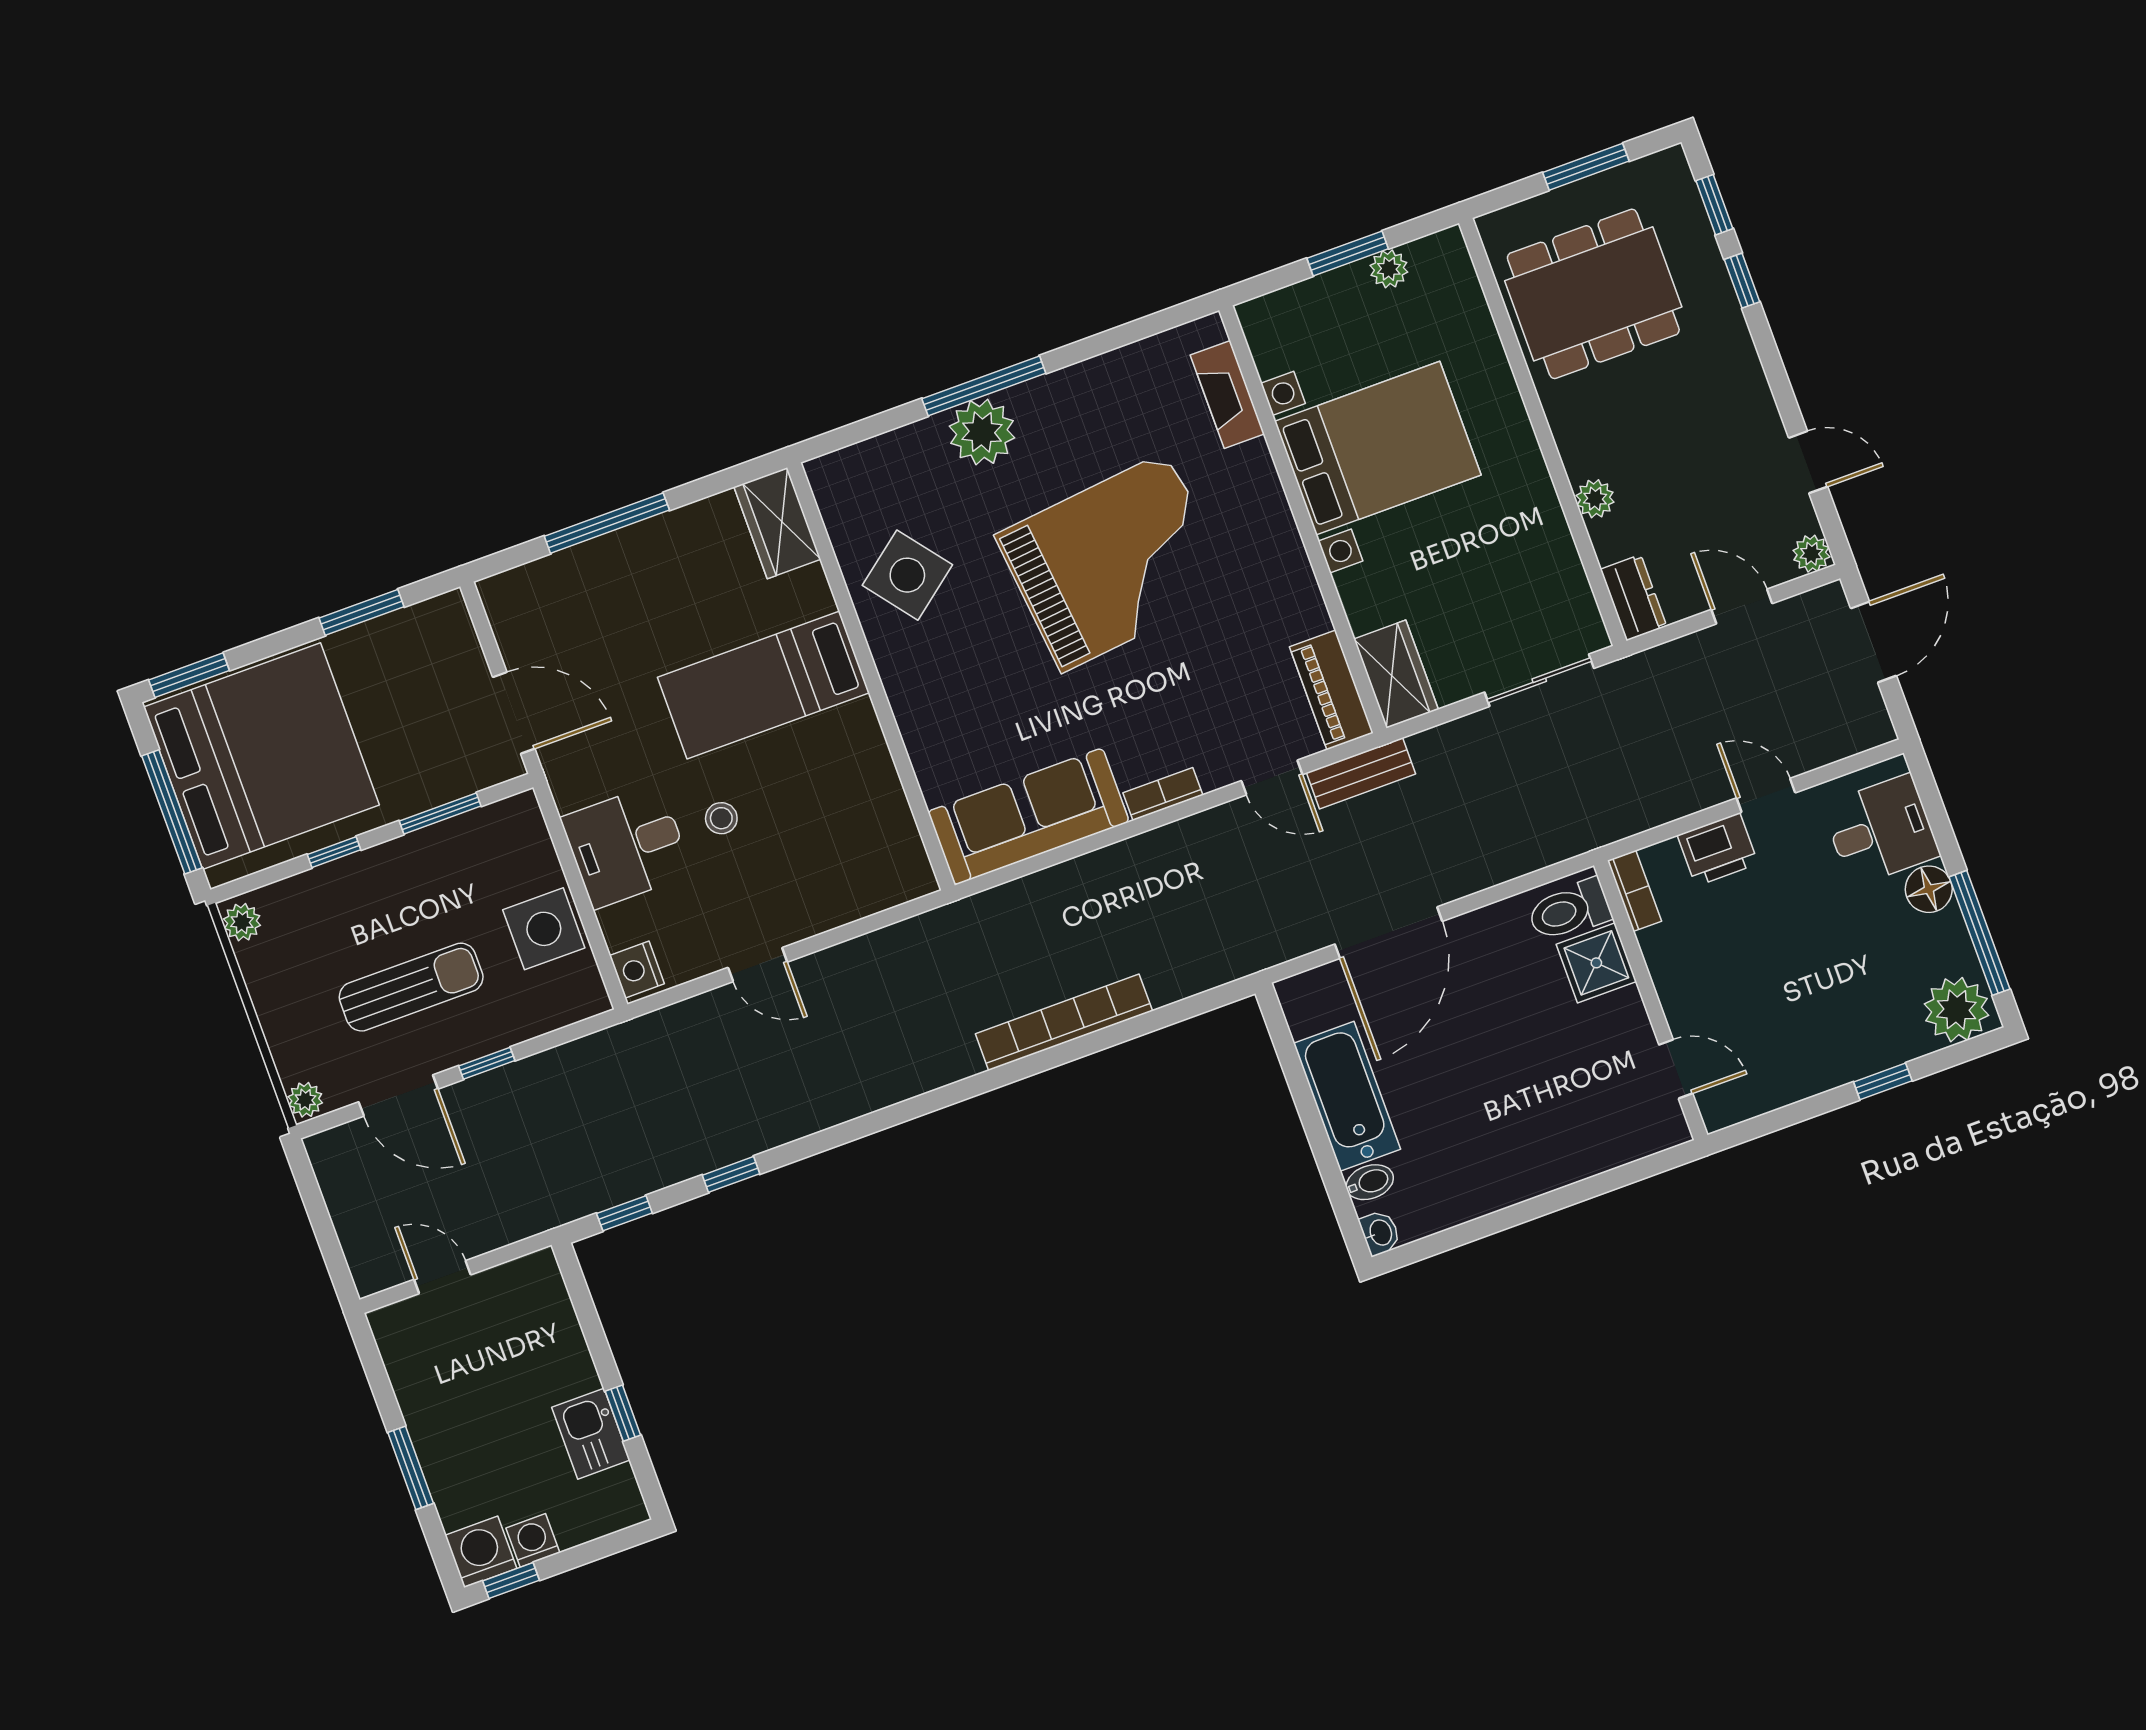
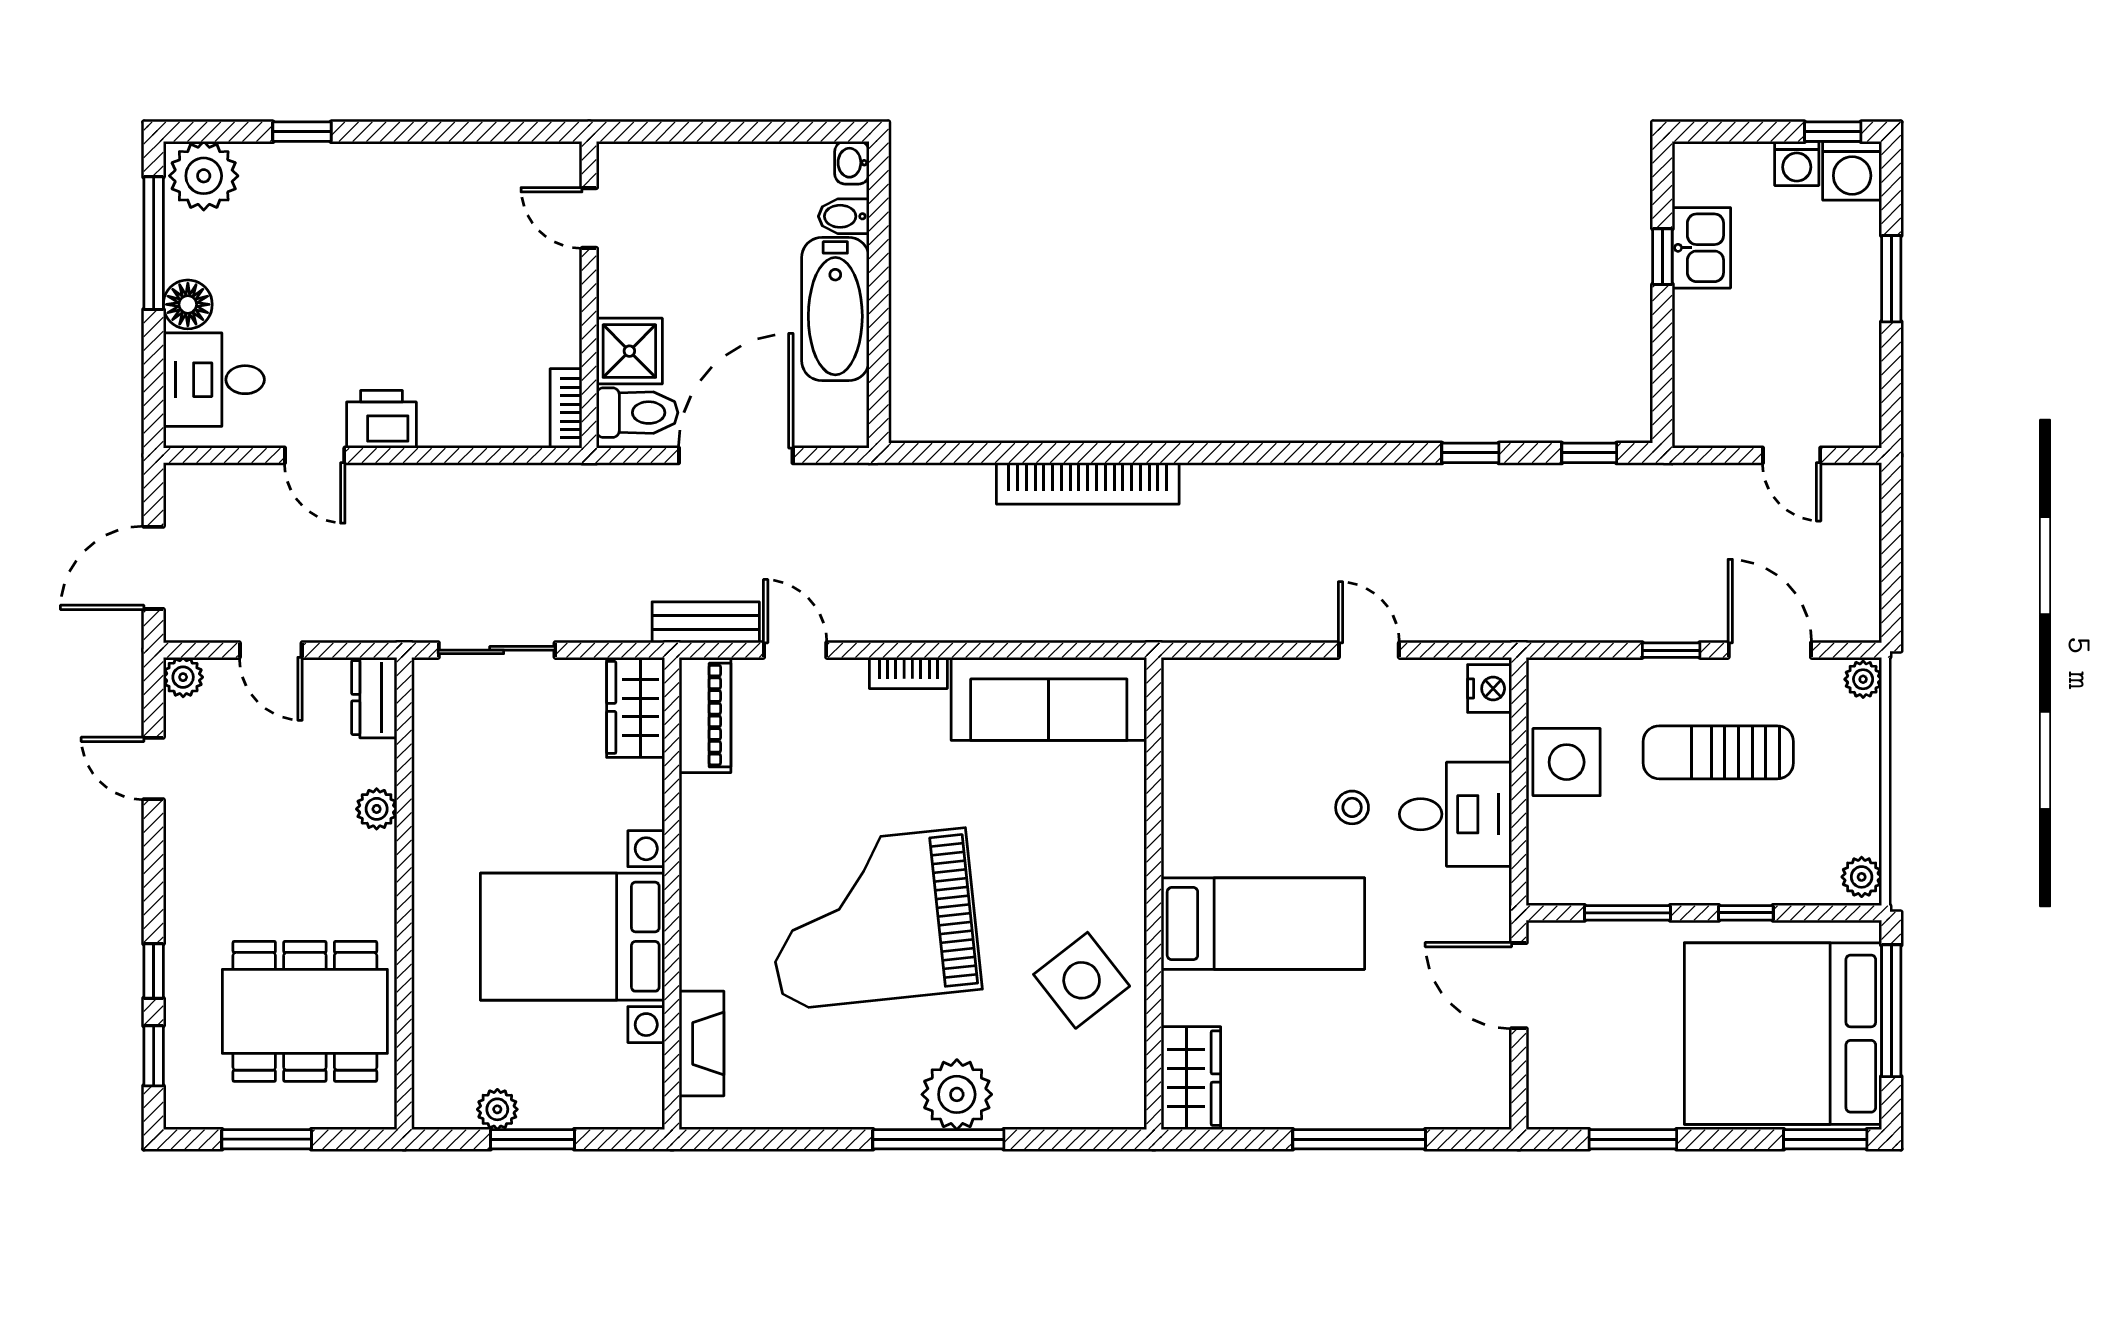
bookcase: (1634, 891) -> (566, 408), moved
toilet: (1569, 910) -> (637, 413), moved
shower: (1596, 963) -> (629, 351), moved
wall: (1651, 1000) -> (589, 295), moved
door: (1676, 1069) -> (589, 218), moved

